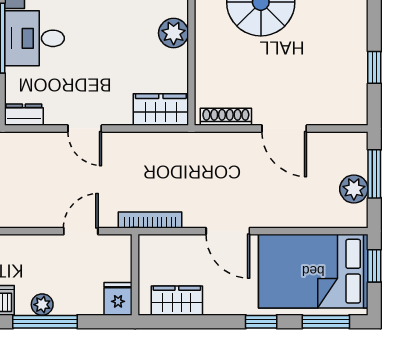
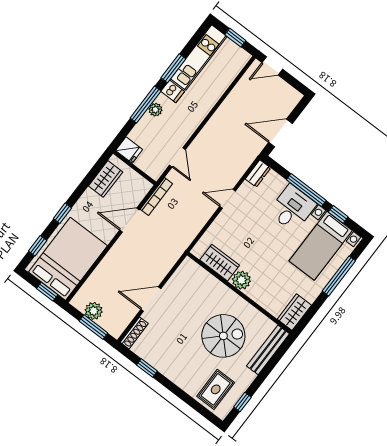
wardrobe: (161, 110) -> (220, 263), moved, turned -90
shoe rack: (226, 117) -> (134, 333), moved
door: (228, 231) -> (129, 220), moved
window: (326, 322) -> (38, 246), width x0.67

